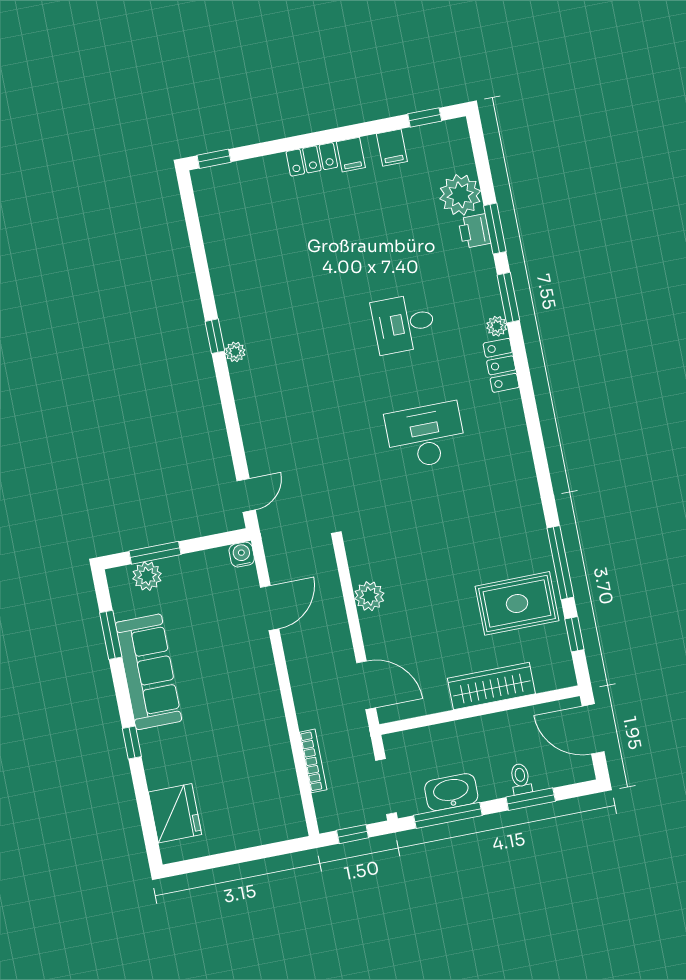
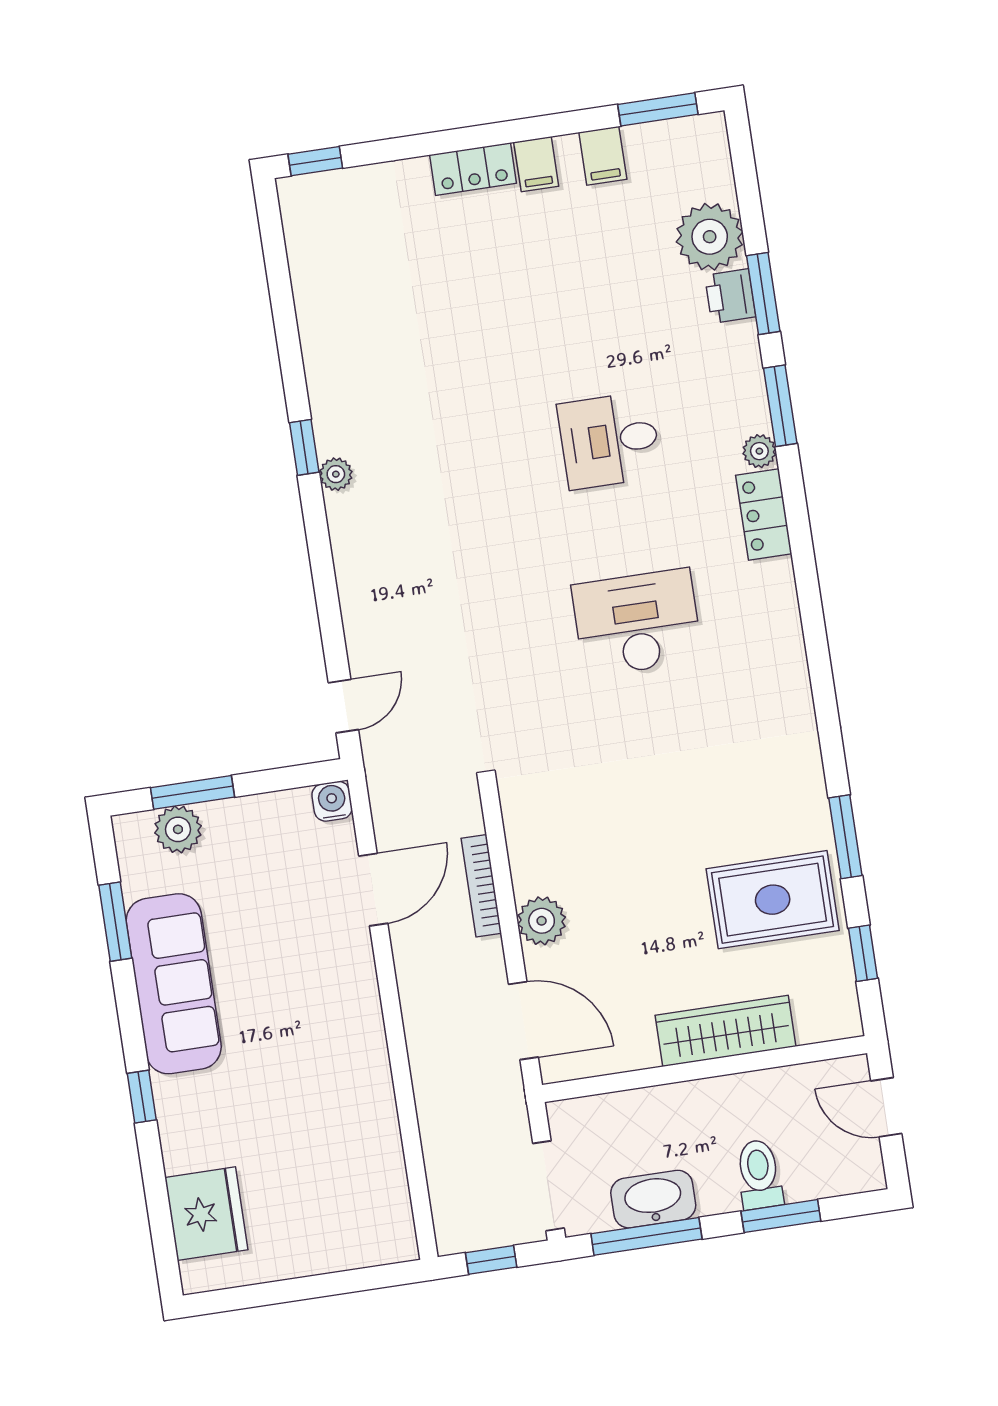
window: (425, 117) -> (658, 109), width x1.50
window: (560, 563) -> (845, 837), width x0.69
plant: (369, 596) -> (542, 921), moved
door: (593, 729) -> (886, 1107), width x0.73
bookcase: (313, 761) -> (481, 886), moved, turned 180
toilet: (521, 779) -> (759, 1174), width x1.37, depth x1.39

